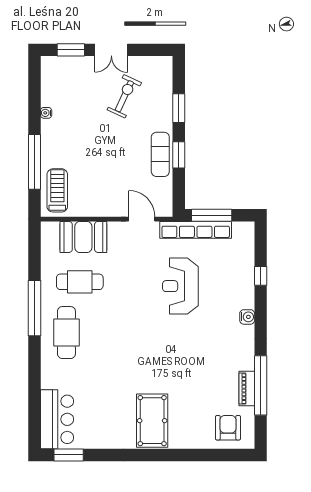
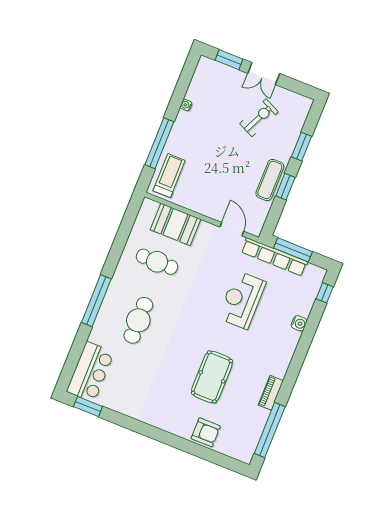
window: (261, 276) -> (325, 293), moved
window: (35, 308) -> (96, 301), moved
water cooler: (247, 317) -> (299, 323), moved
cafe table: (66, 333) -> (138, 320), moved
window: (261, 385) -> (270, 430), moved
piano: (247, 389) -> (271, 393), moved
pool table: (152, 421) -> (212, 377), moved
armchair: (228, 428) -> (206, 432), moved, turned 90

